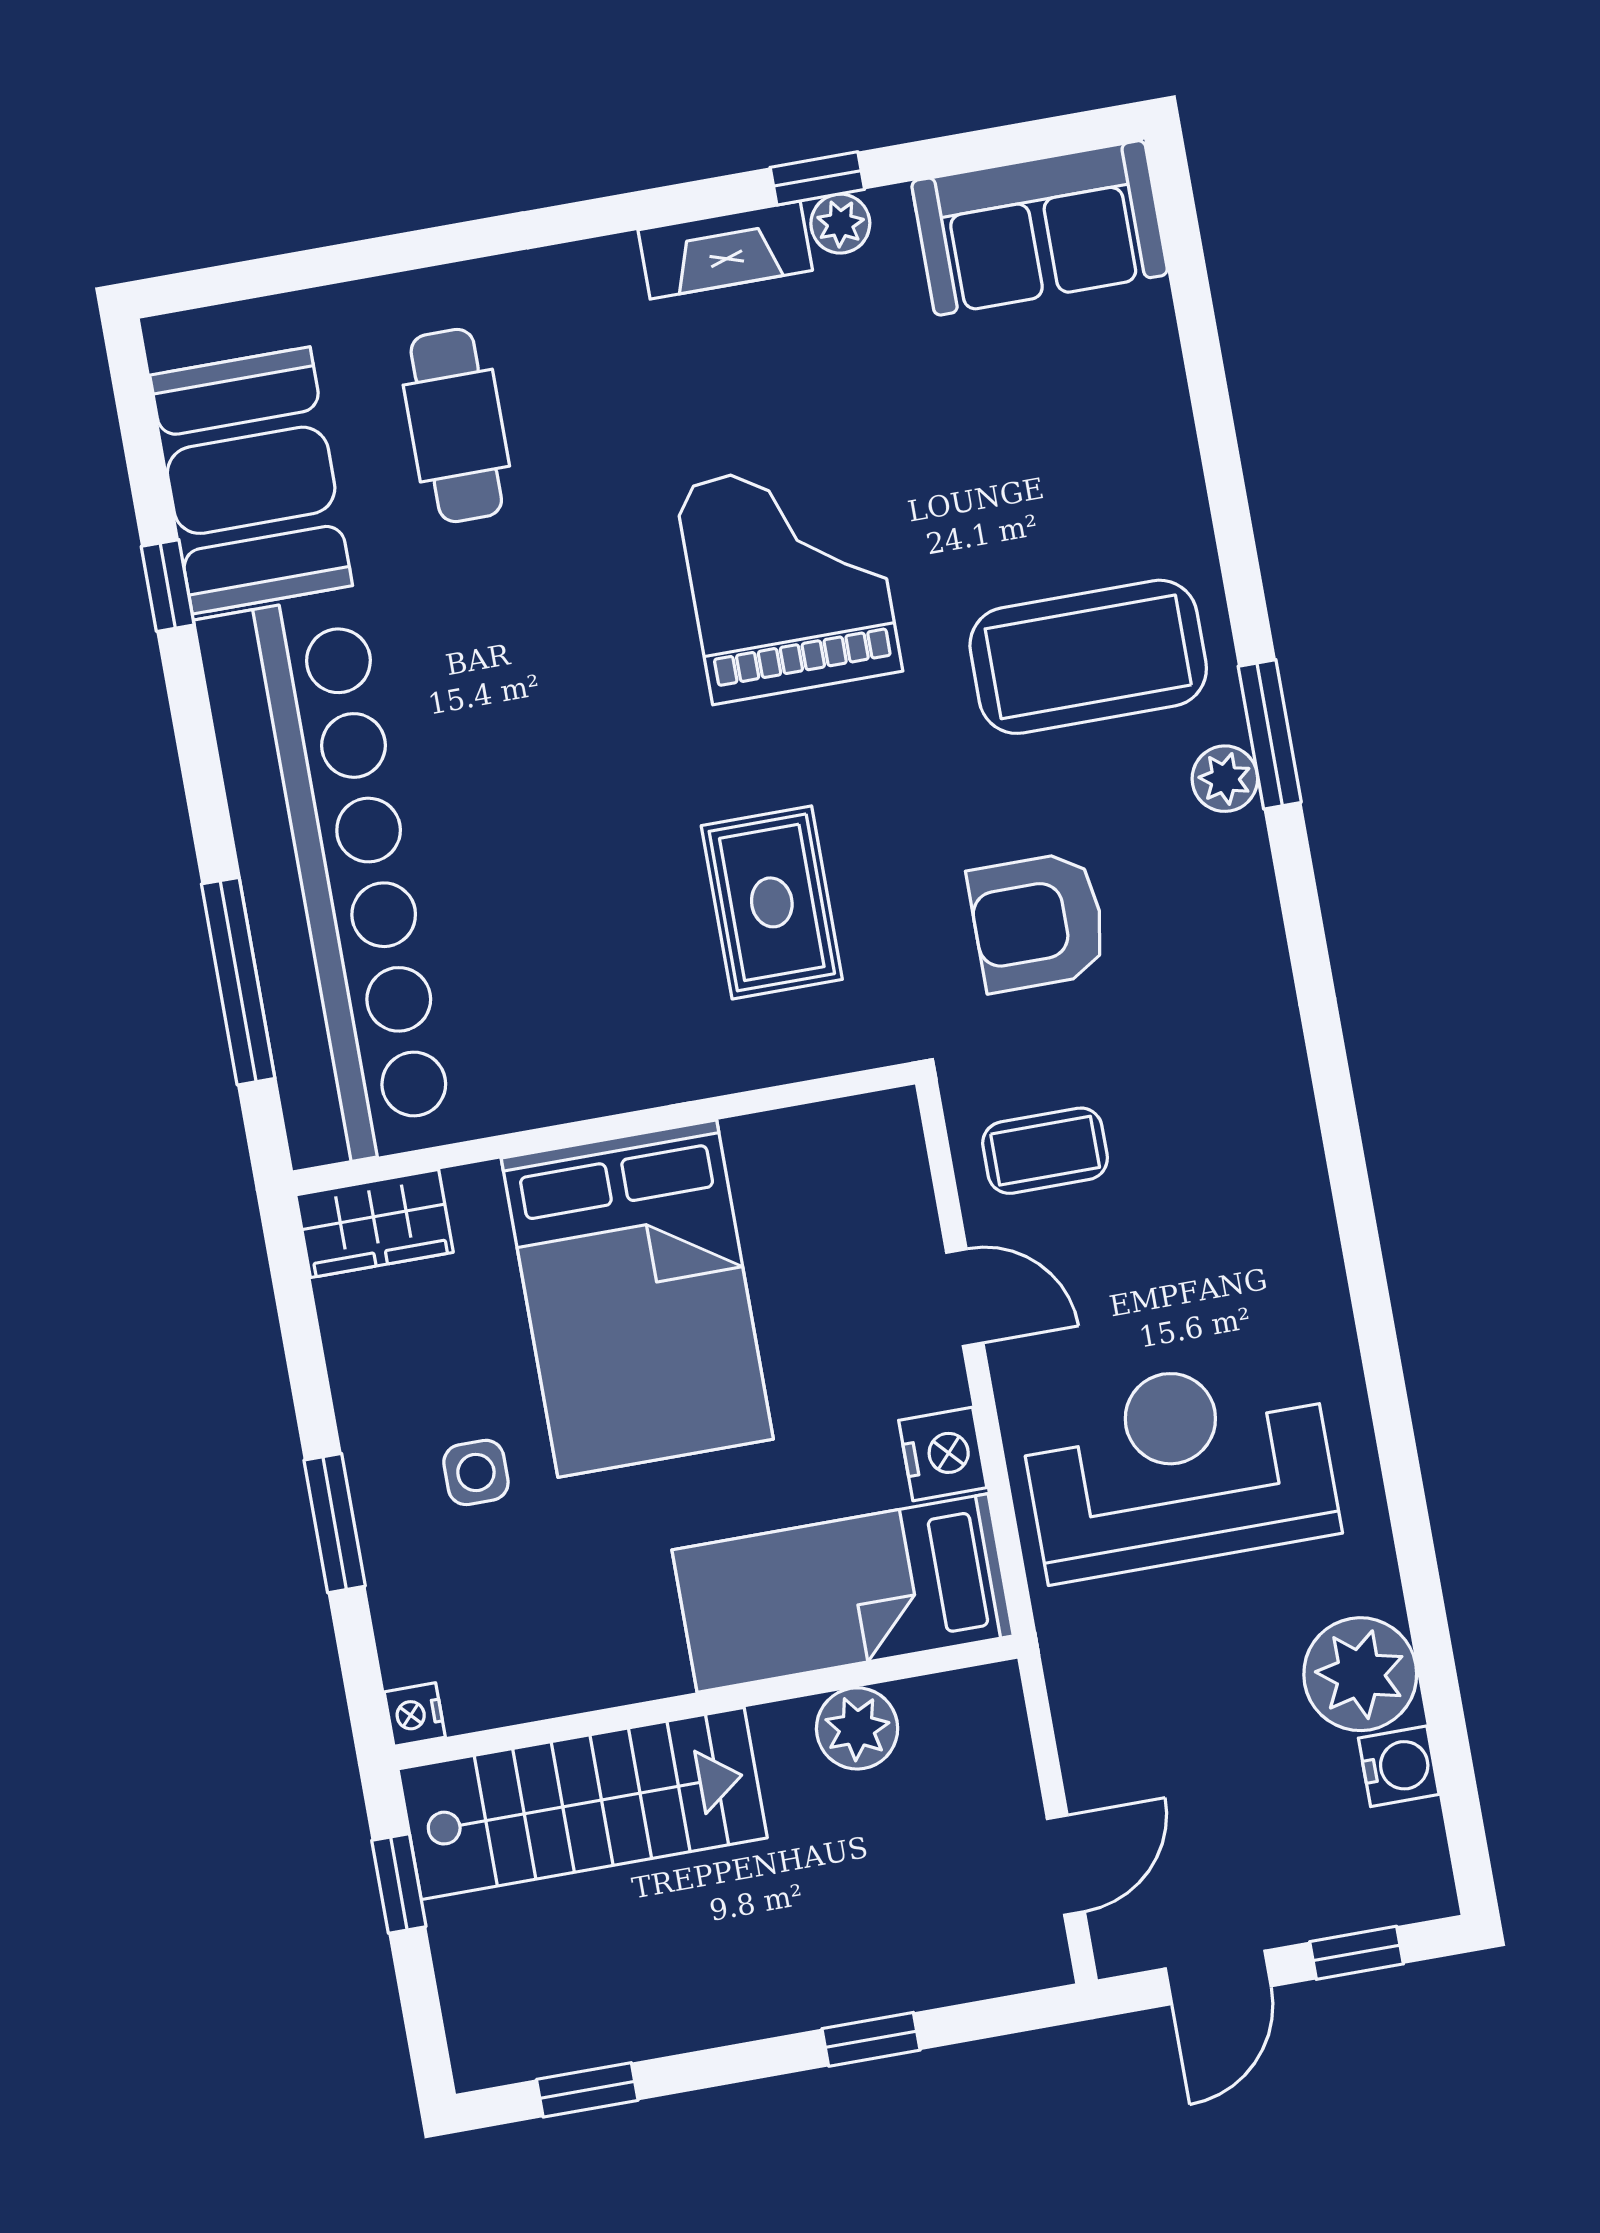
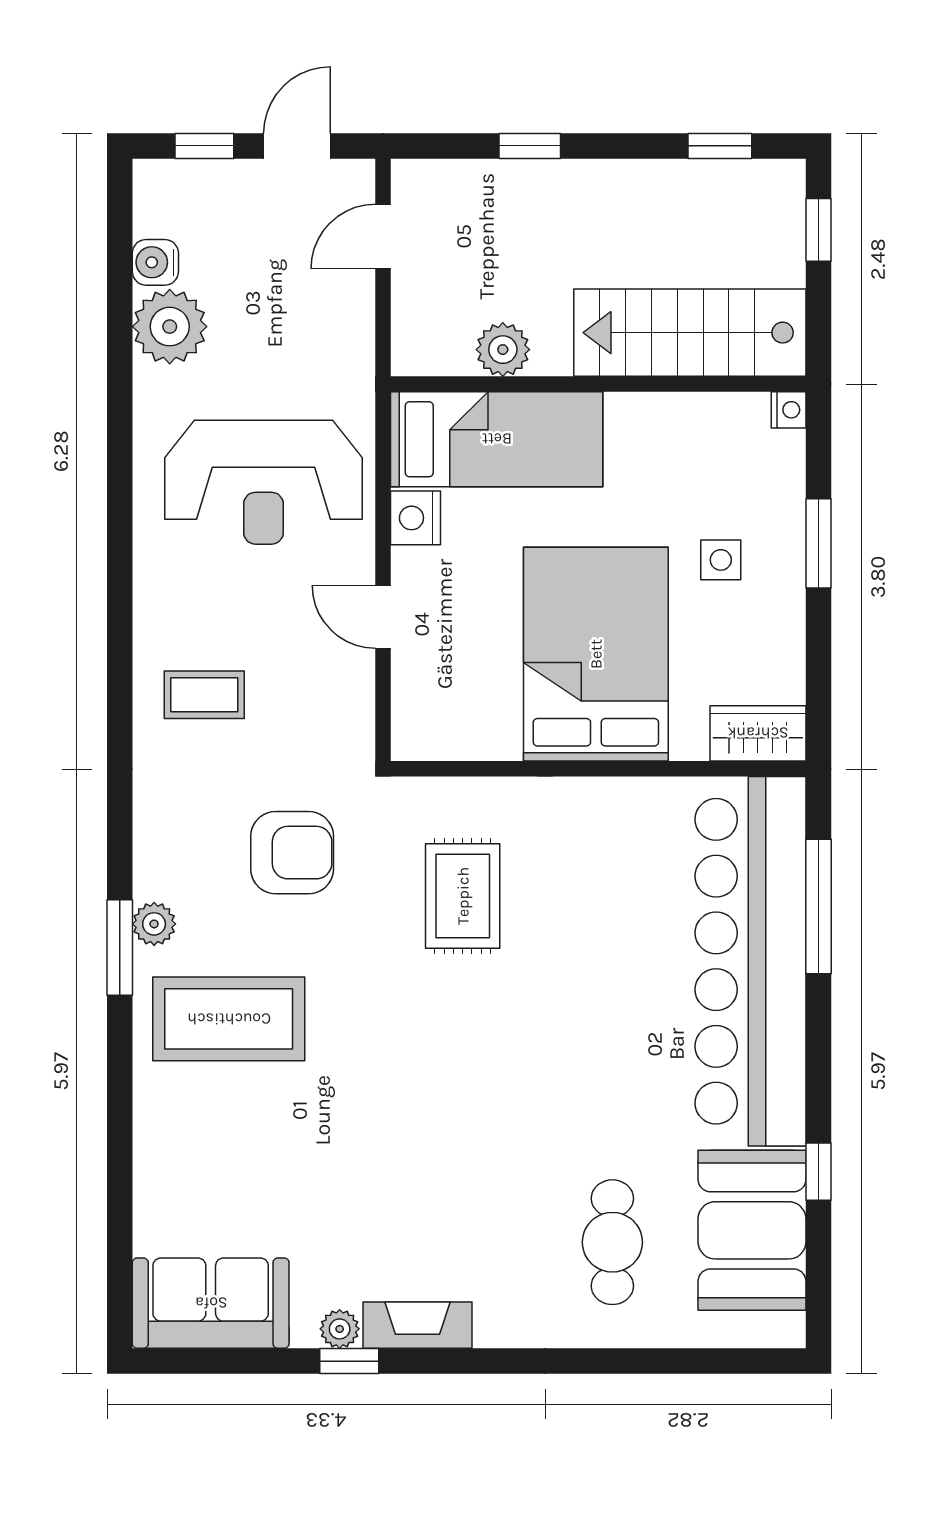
grand piano: (788, 578) -> (414, 1105), removed
coffee table: (1045, 1151) -> (204, 695), moved
window: (399, 1883) -> (818, 230), moved

